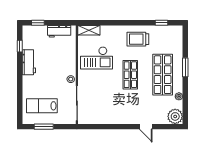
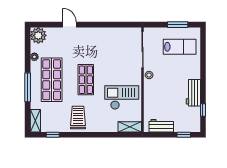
shelving: (178, 36) -> (35, 121), added
trolley: (138, 39) -> (78, 117), turned -90
window: (185, 67) -> (28, 87), width x1.44

